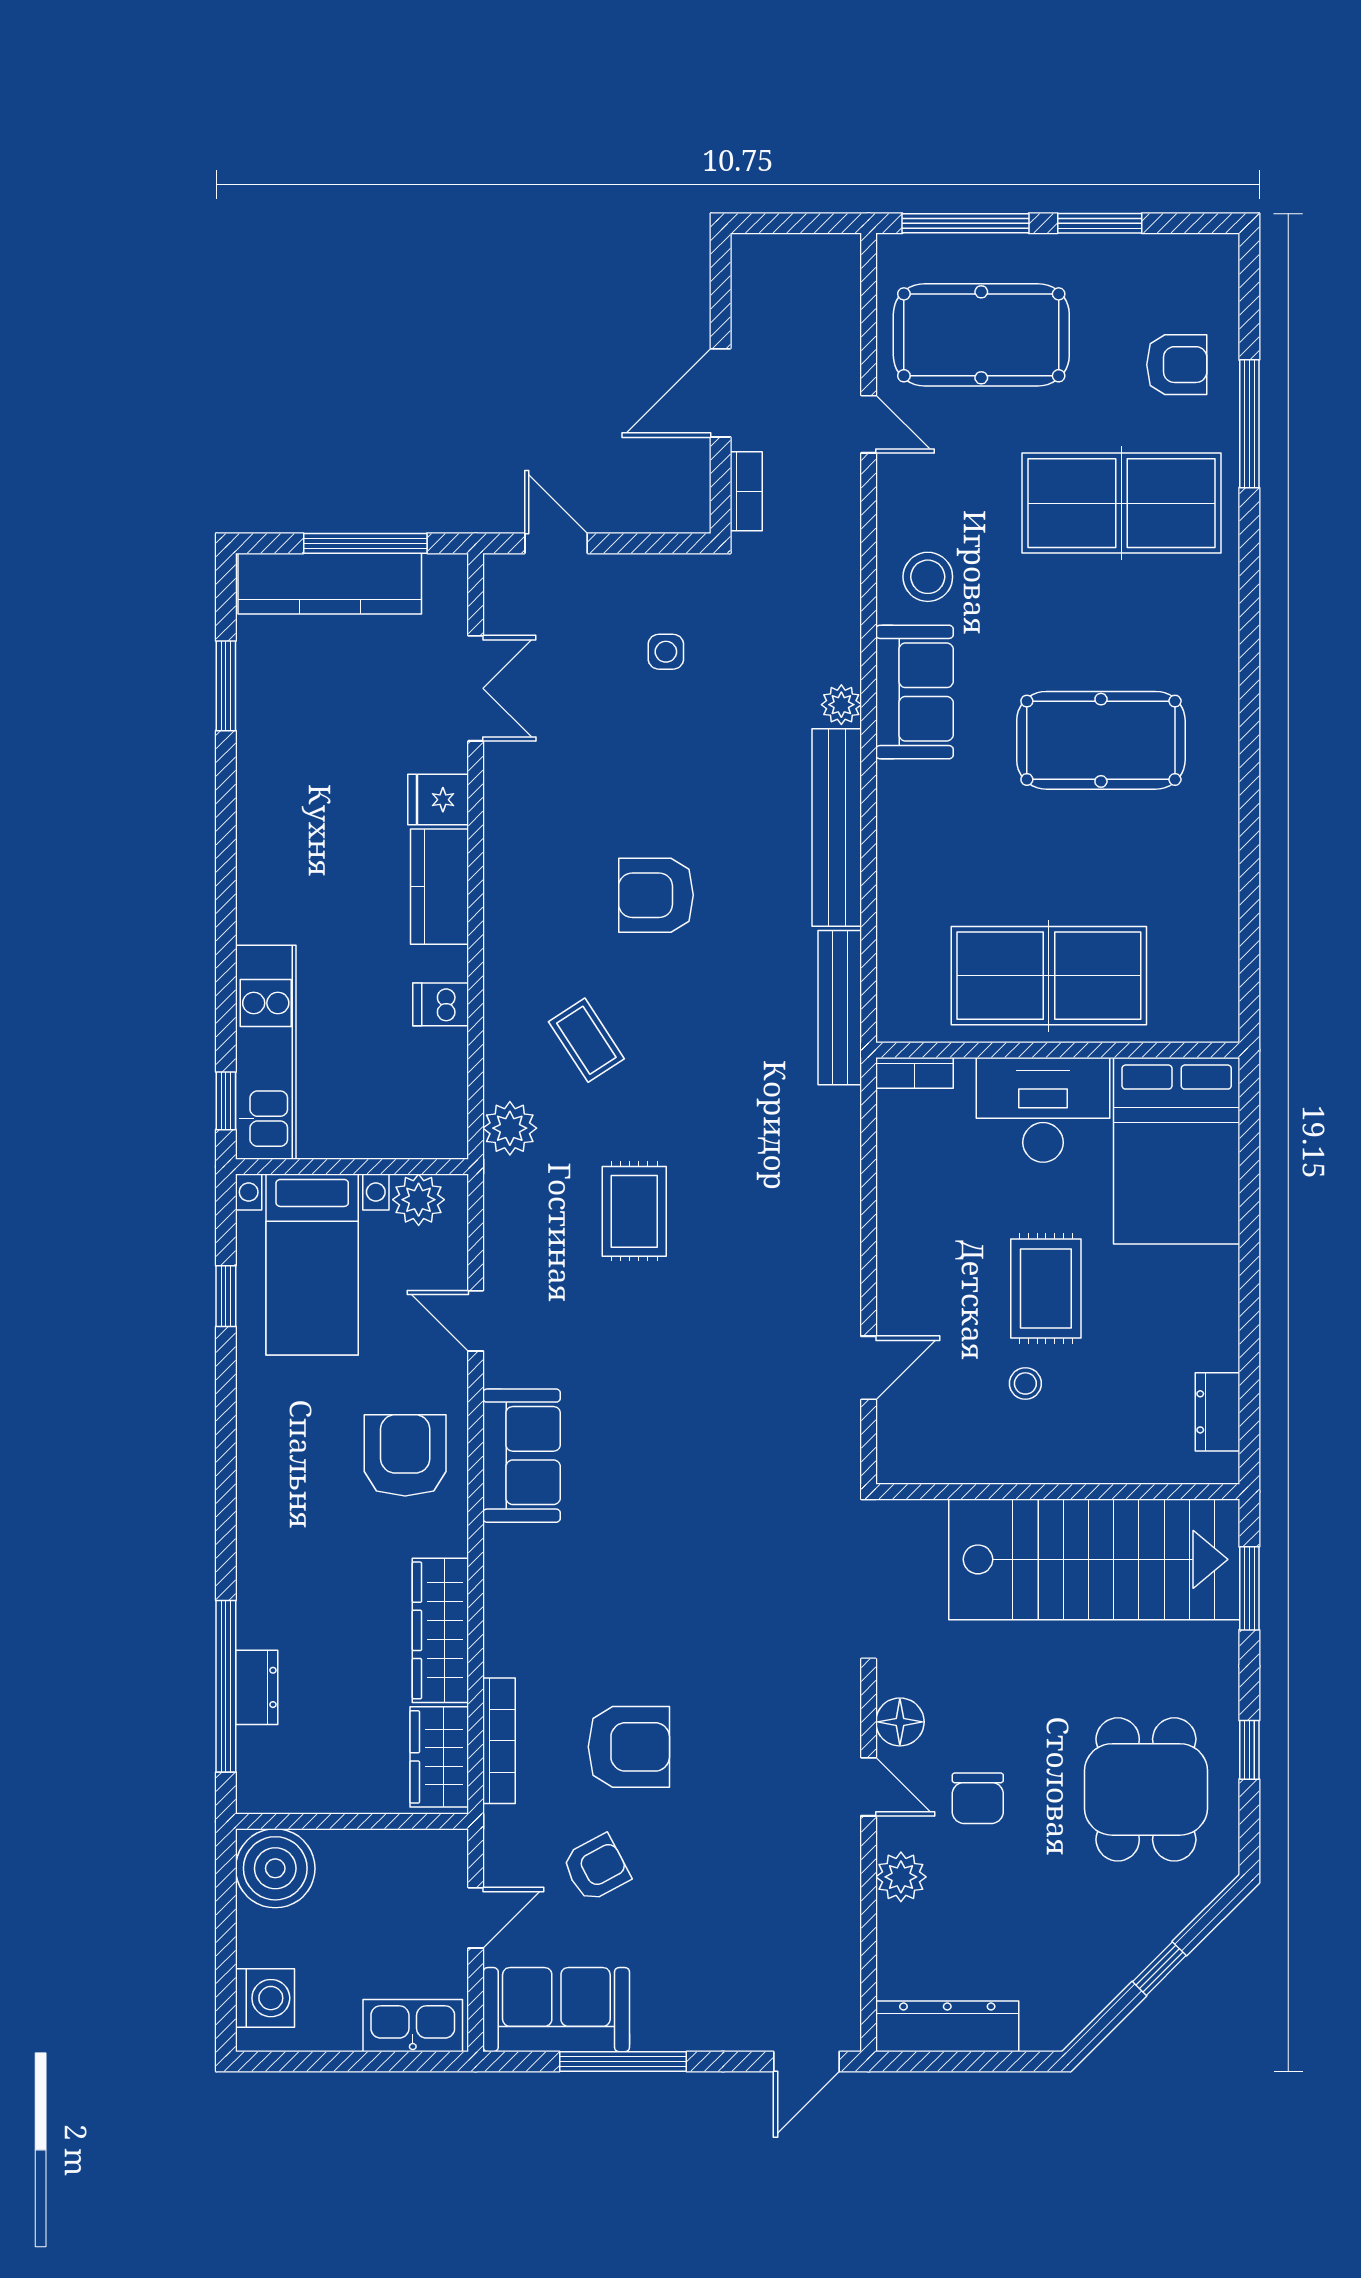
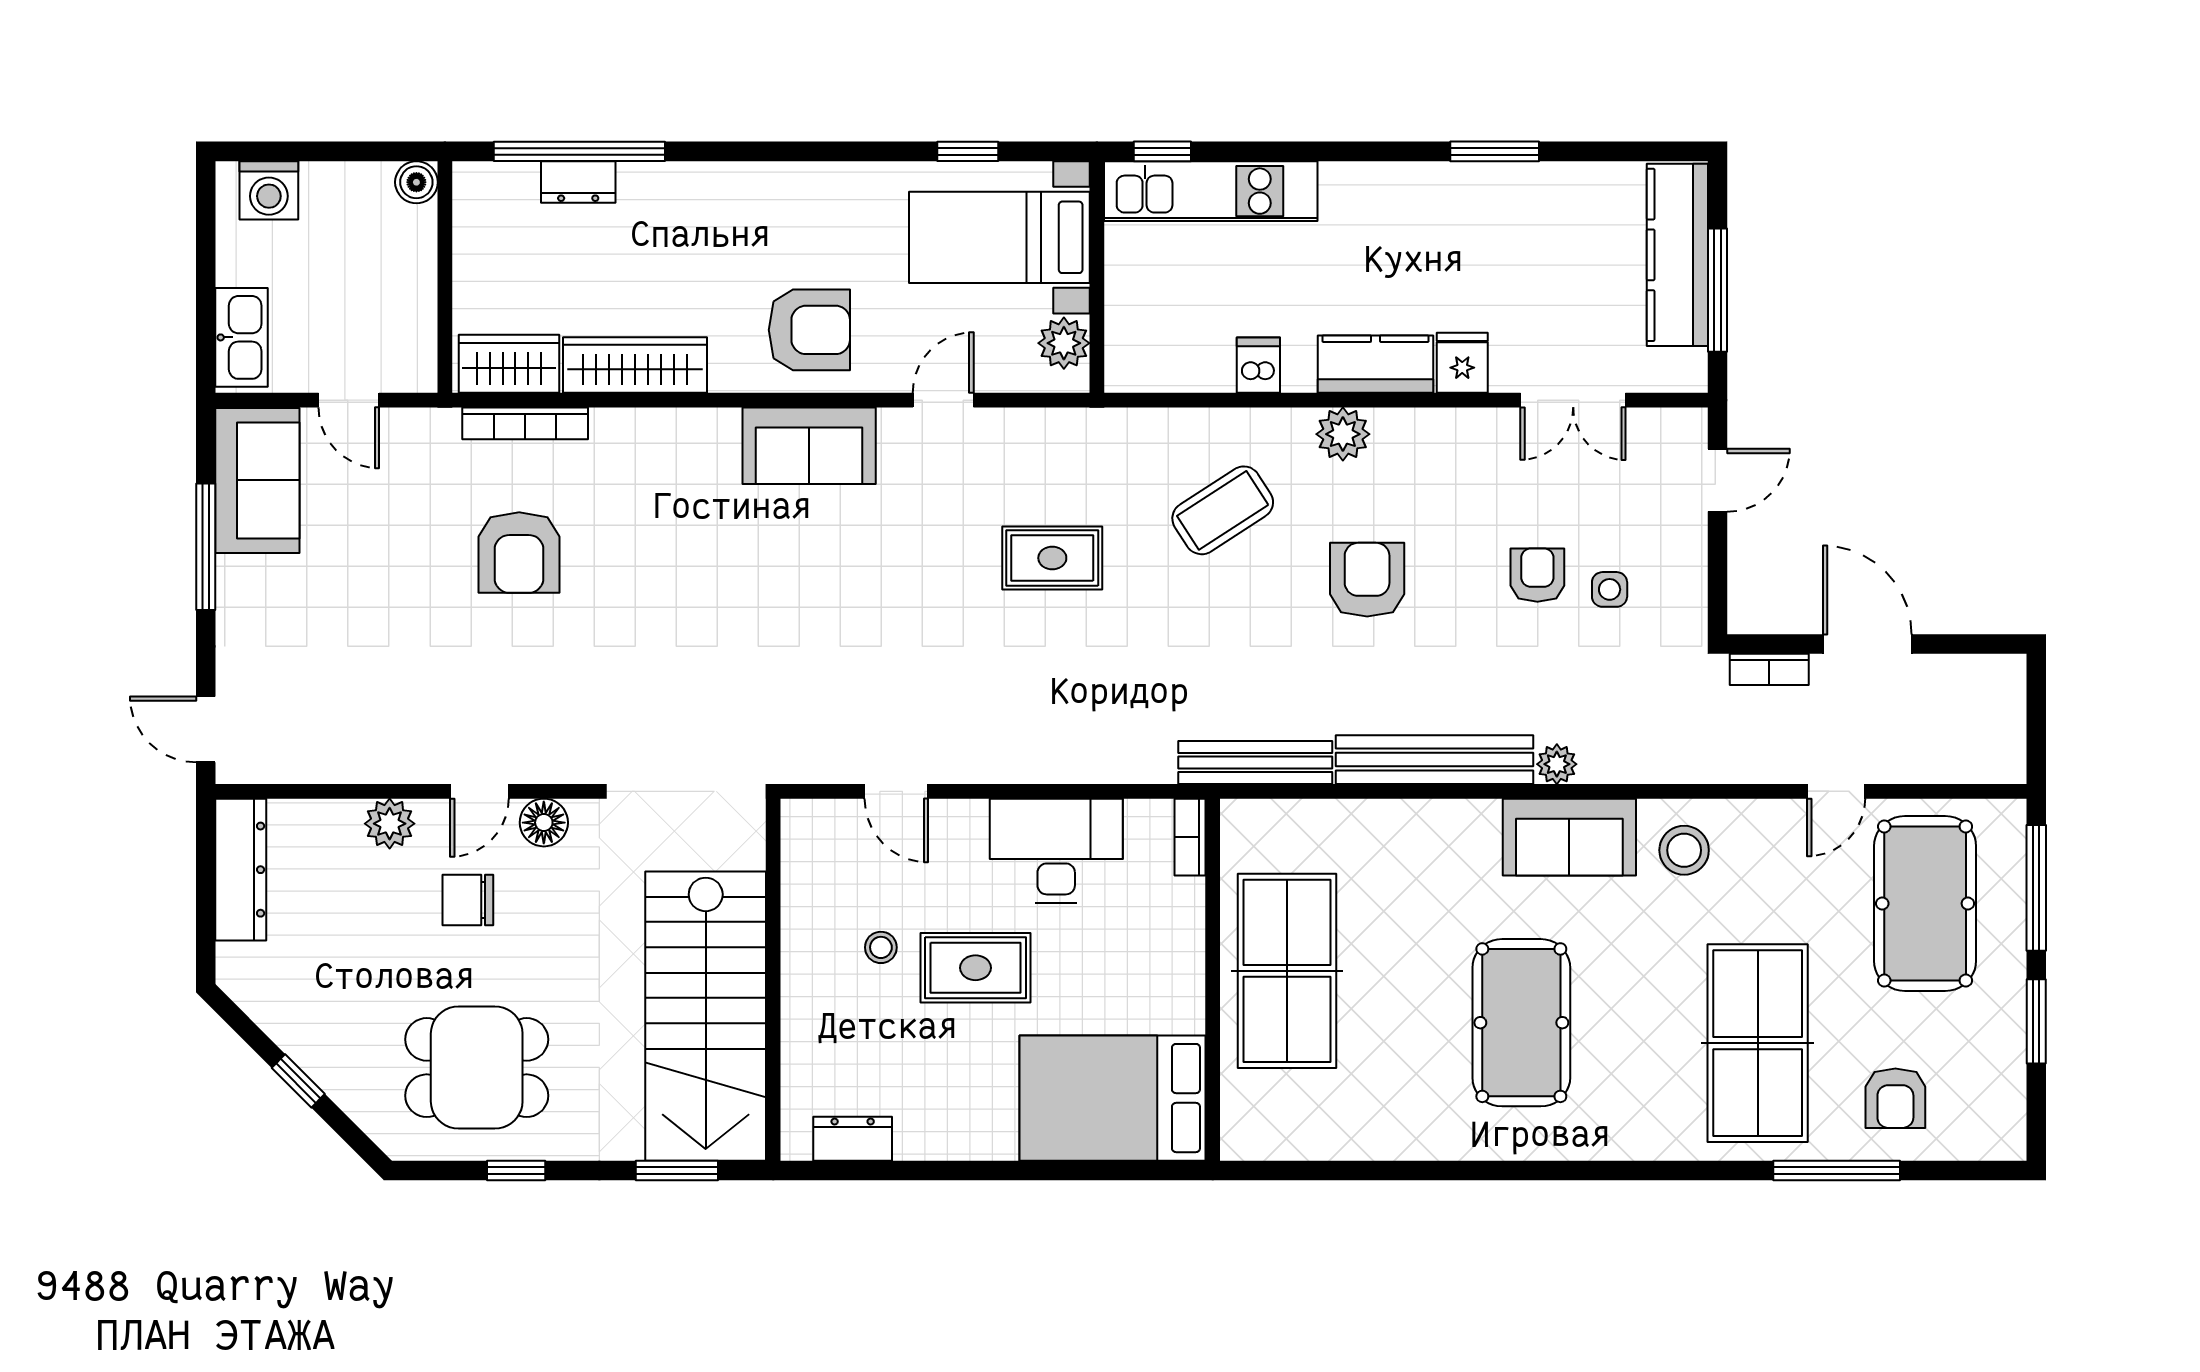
window: (226, 686) -> (1495, 151), moved
coffee table: (586, 1040) -> (1223, 510), width x1.36, depth x1.30
desk: (1043, 1110) -> (1056, 851), moved, turned -90
plant: (510, 1128) -> (1343, 434), moved
boiler: (275, 1868) -> (416, 182), width x0.54, depth x0.54
armchair: (596, 1868) -> (1537, 575), moved, turned -152

